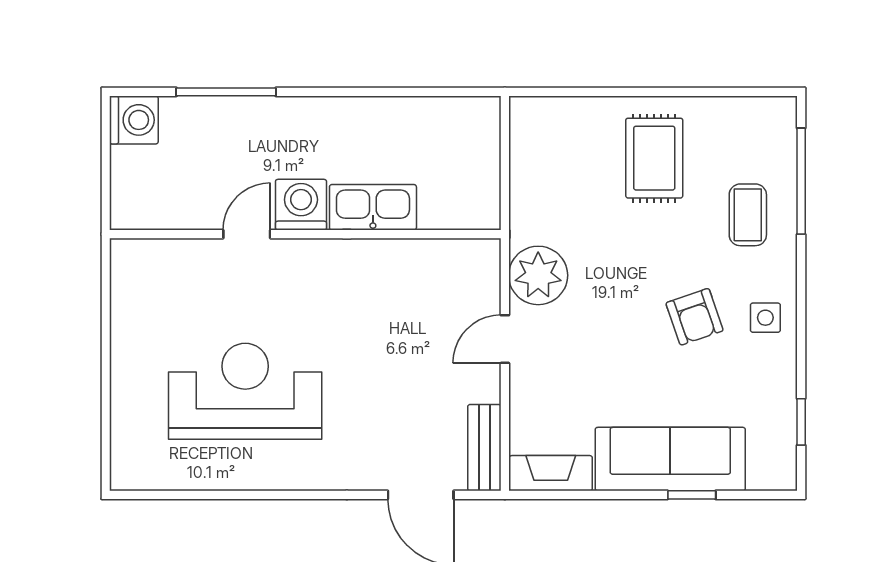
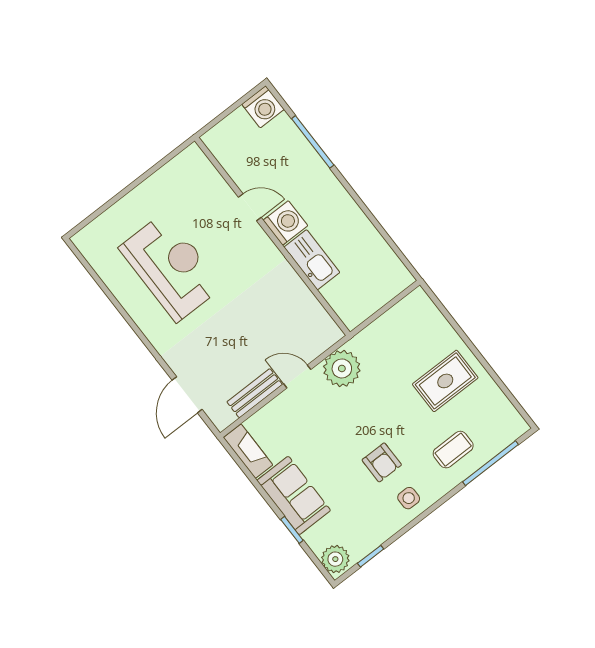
armchair: (695, 317) -> (382, 462), turned -71
bench: (484, 448) -> (255, 393), moved
sofa: (670, 459) -> (294, 495), width x0.73
plant: (771, 469) -> (335, 559), added

